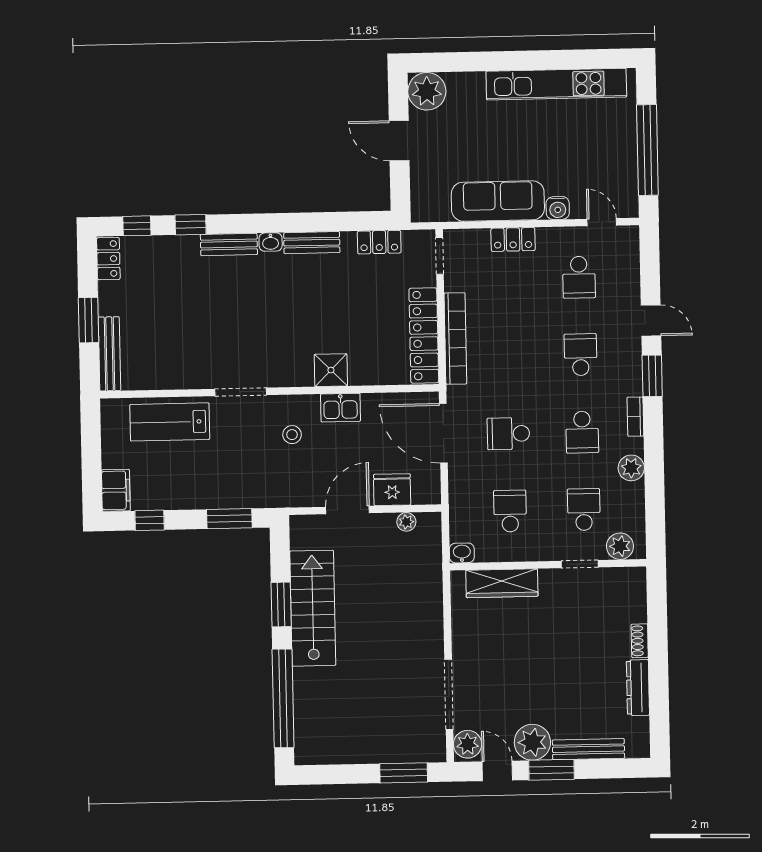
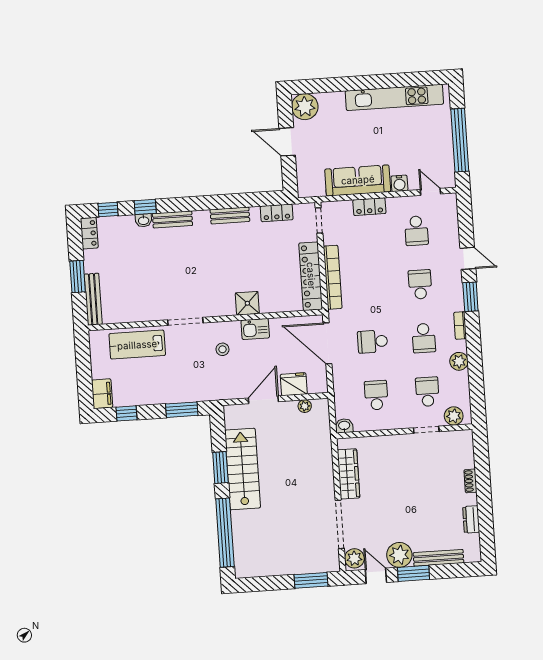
washbasin: (271, 242) -> (144, 220), moved
wardrobe: (502, 583) -> (349, 474), moved, turned -90
dresser: (638, 688) -> (471, 519), width x0.70

